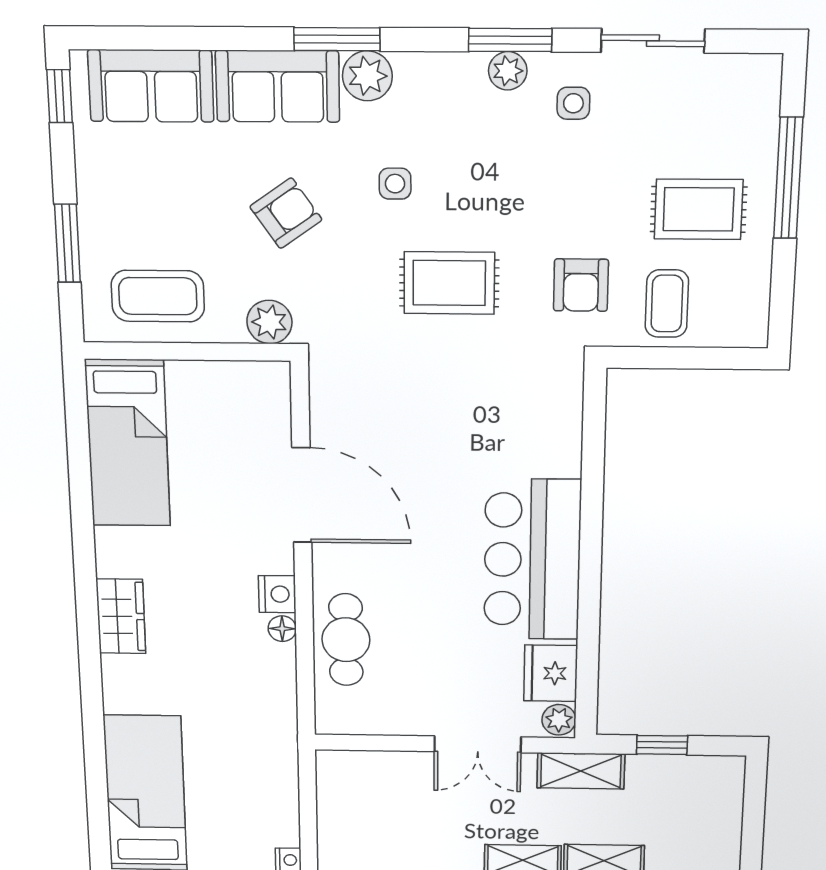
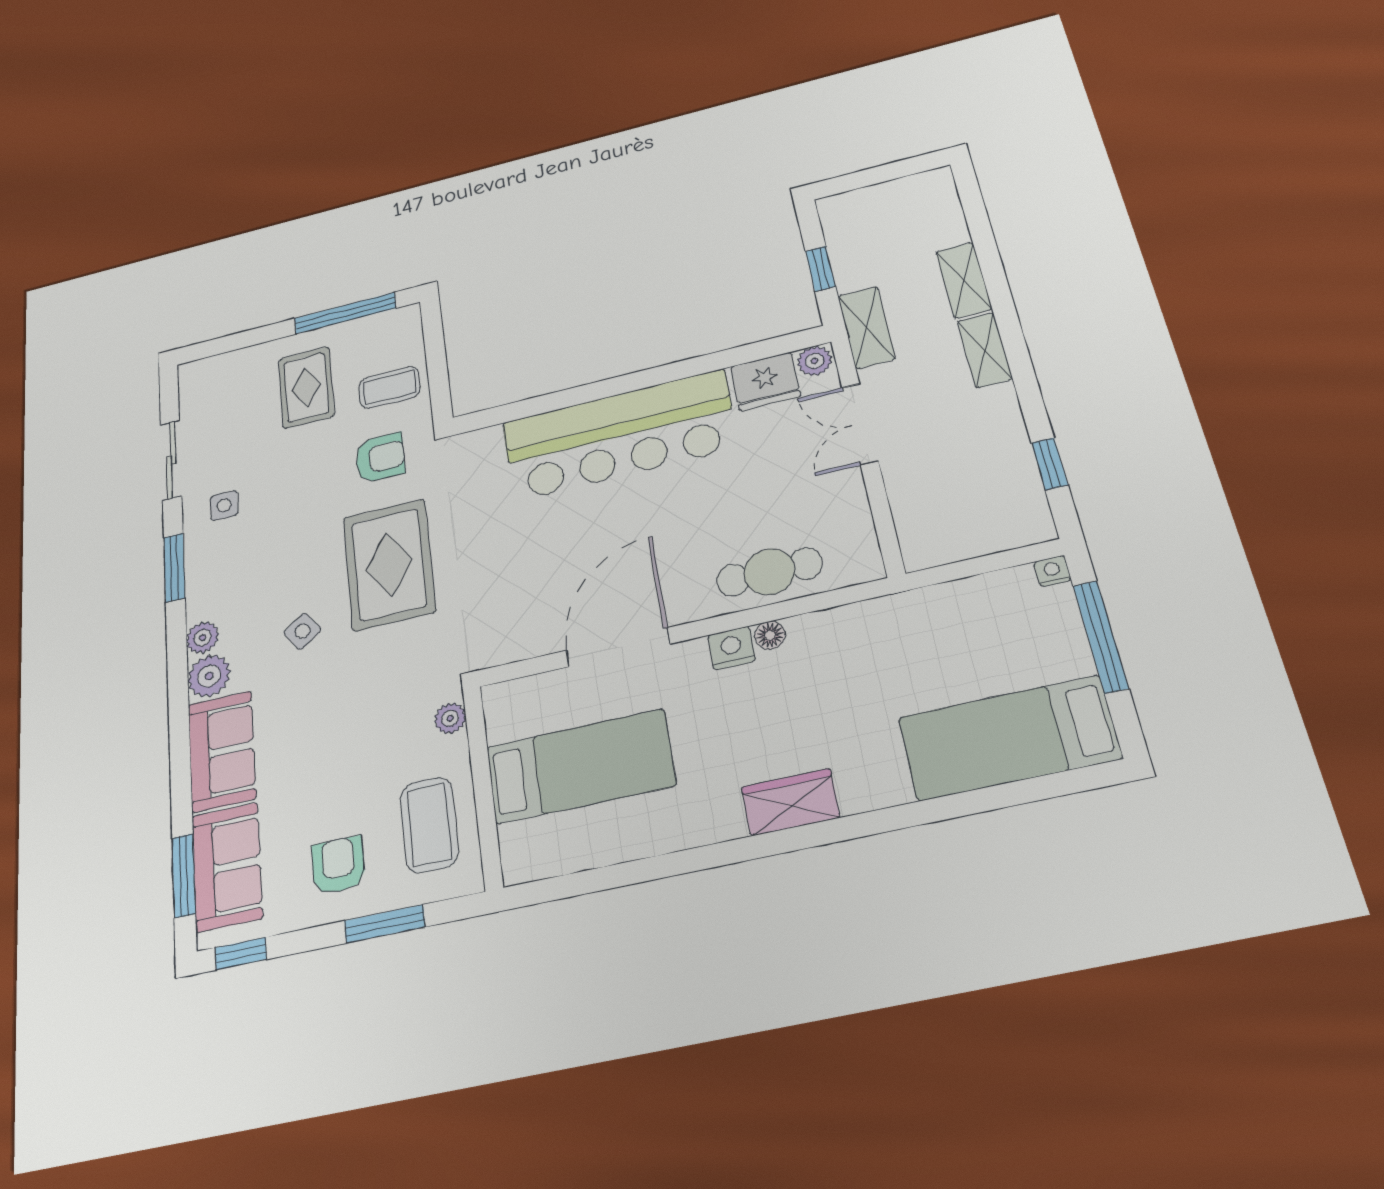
window: (337, 39) -> (184, 876), moved
plant: (508, 71) -> (203, 638), moved
window: (788, 178) -> (345, 313), moved
side table: (395, 184) -> (302, 631), turned -35
armchair: (286, 213) -> (338, 865), moved, turned 35
rug: (449, 283) -> (389, 564), width x1.36, depth x1.43
plant: (269, 322) -> (450, 718), width x0.73, depth x0.73
bed: (128, 443) -> (580, 766), moved
bar counter: (532, 560) -> (619, 435), width x1.36
double door: (478, 744) -> (860, 424), swing flipped

